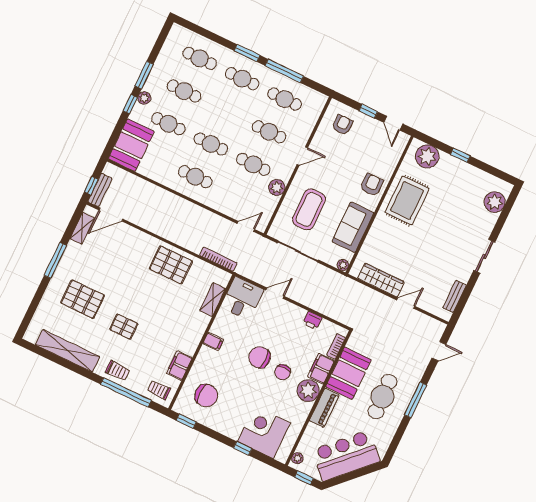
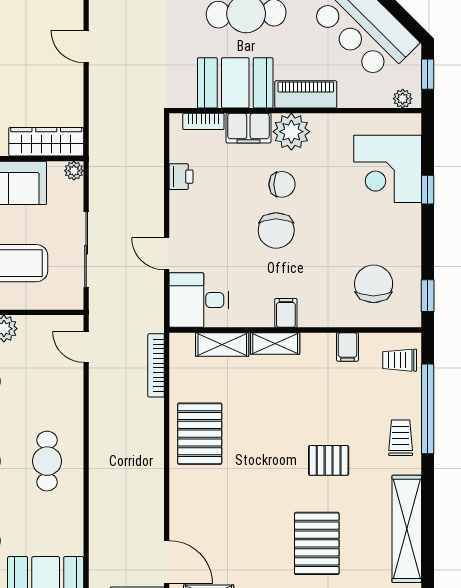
wardrobe: (381, 280) -> (46, 142), moved, turned 90
pallet: (124, 327) -> (329, 460), turned 90
shelving: (200, 328) -> (275, 344), added
filing cabinet: (179, 366) -> (348, 347), width x0.50
trolley: (159, 390) -> (400, 360), turned 90

